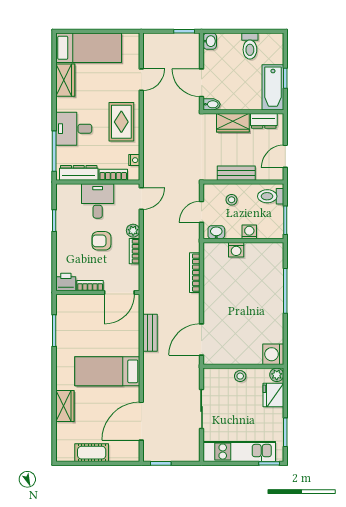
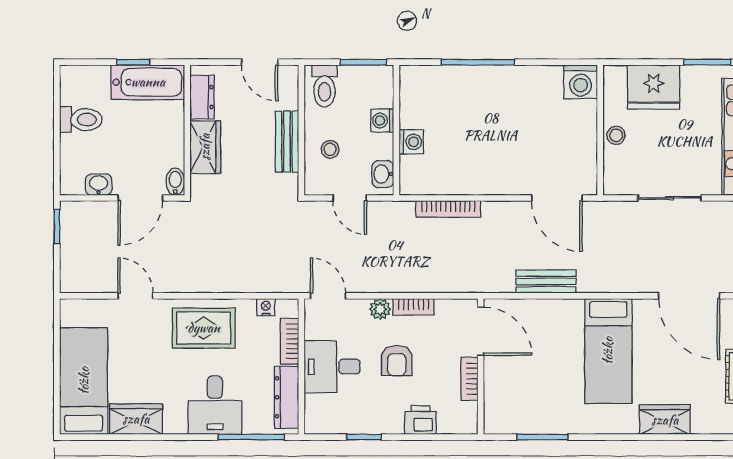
washbasin: (210, 41) -> (99, 185), moved
printer: (66, 282) -> (421, 420), moved, turned 90
plant: (277, 375) -> (614, 76), removed
fridge: (273, 395) -> (654, 87), width x1.36, depth x1.34

